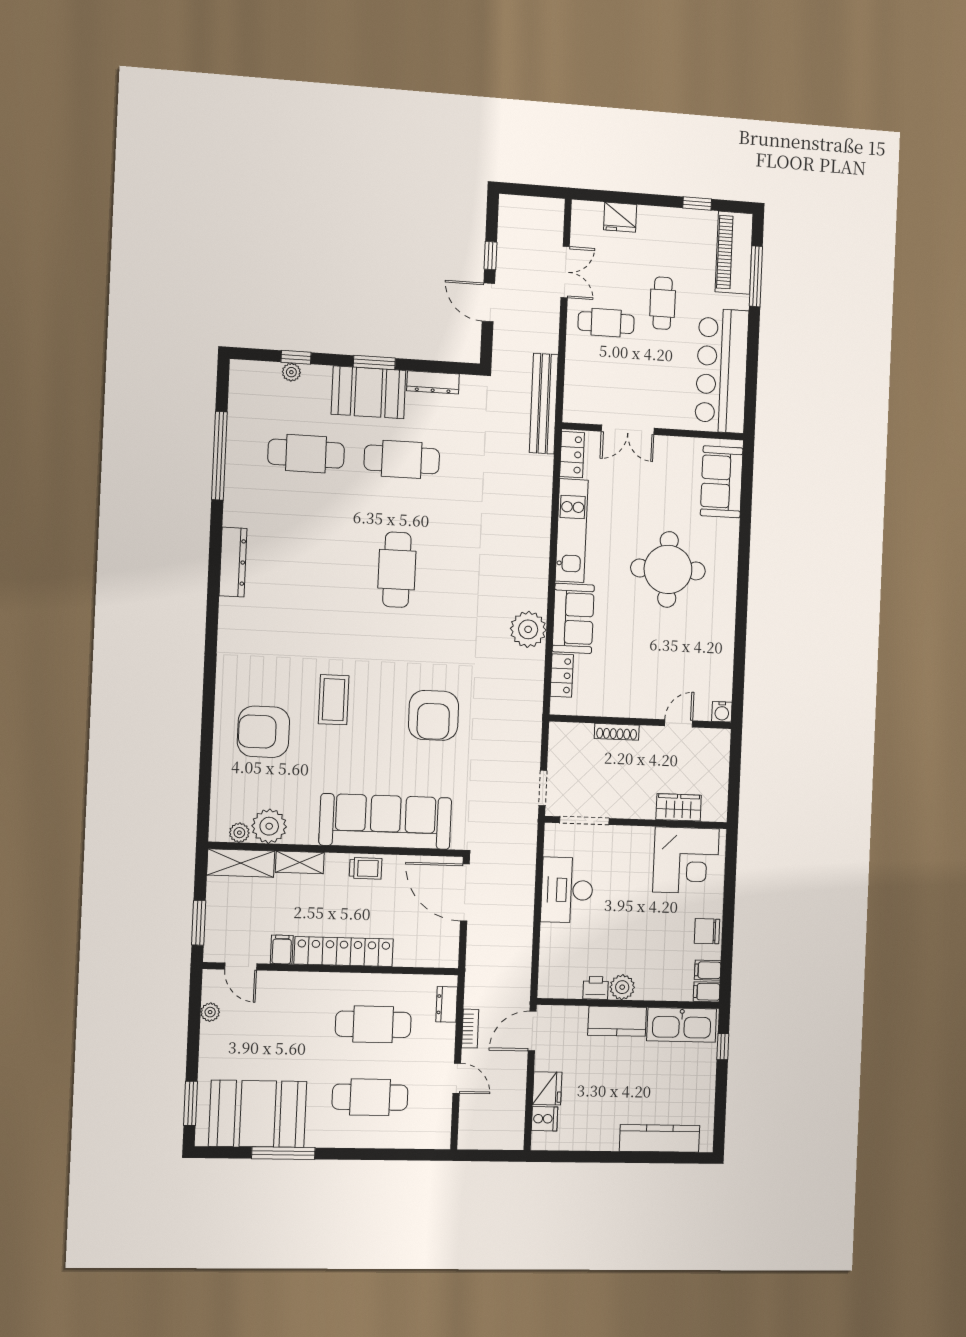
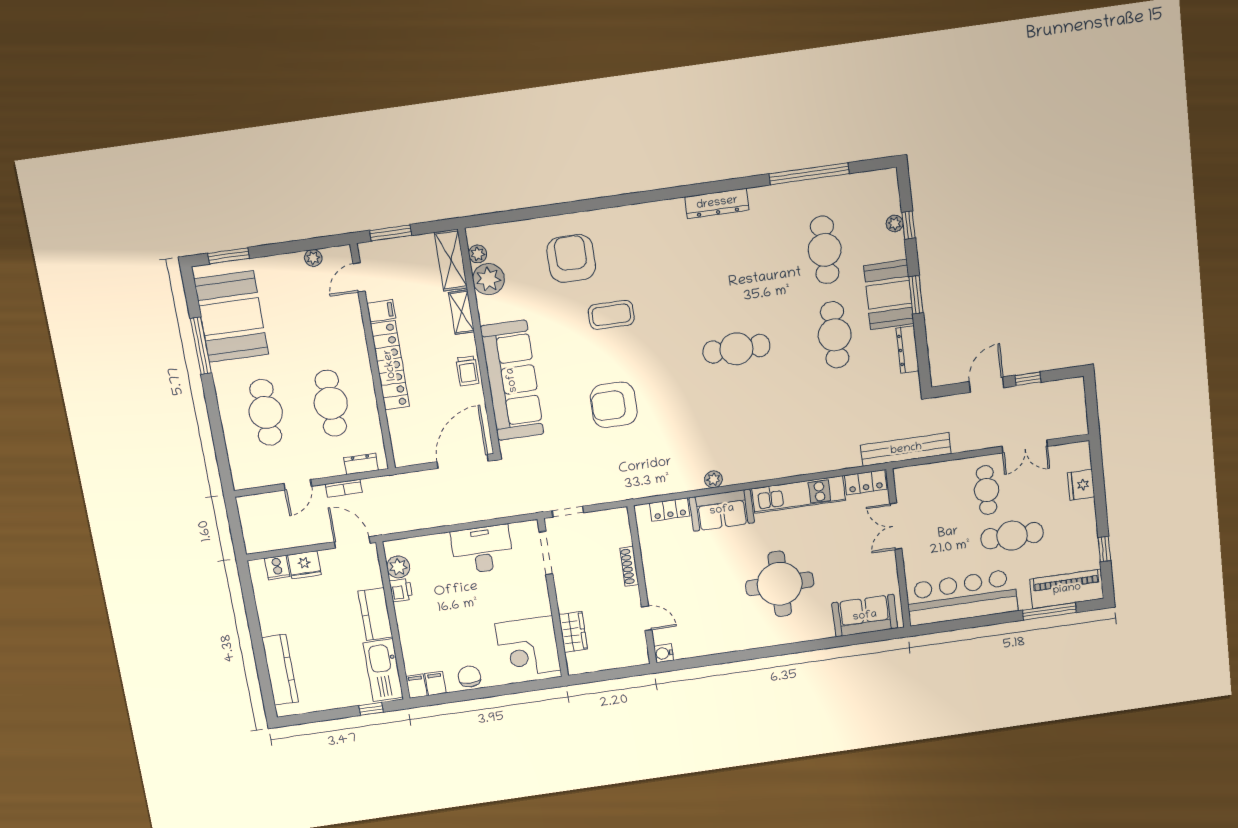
cafe table: (663, 303) -> (1012, 536), width x1.37, depth x1.35
plant: (528, 629) -> (713, 479), width x0.53, depth x0.53
plant: (622, 987) -> (398, 567), moved

